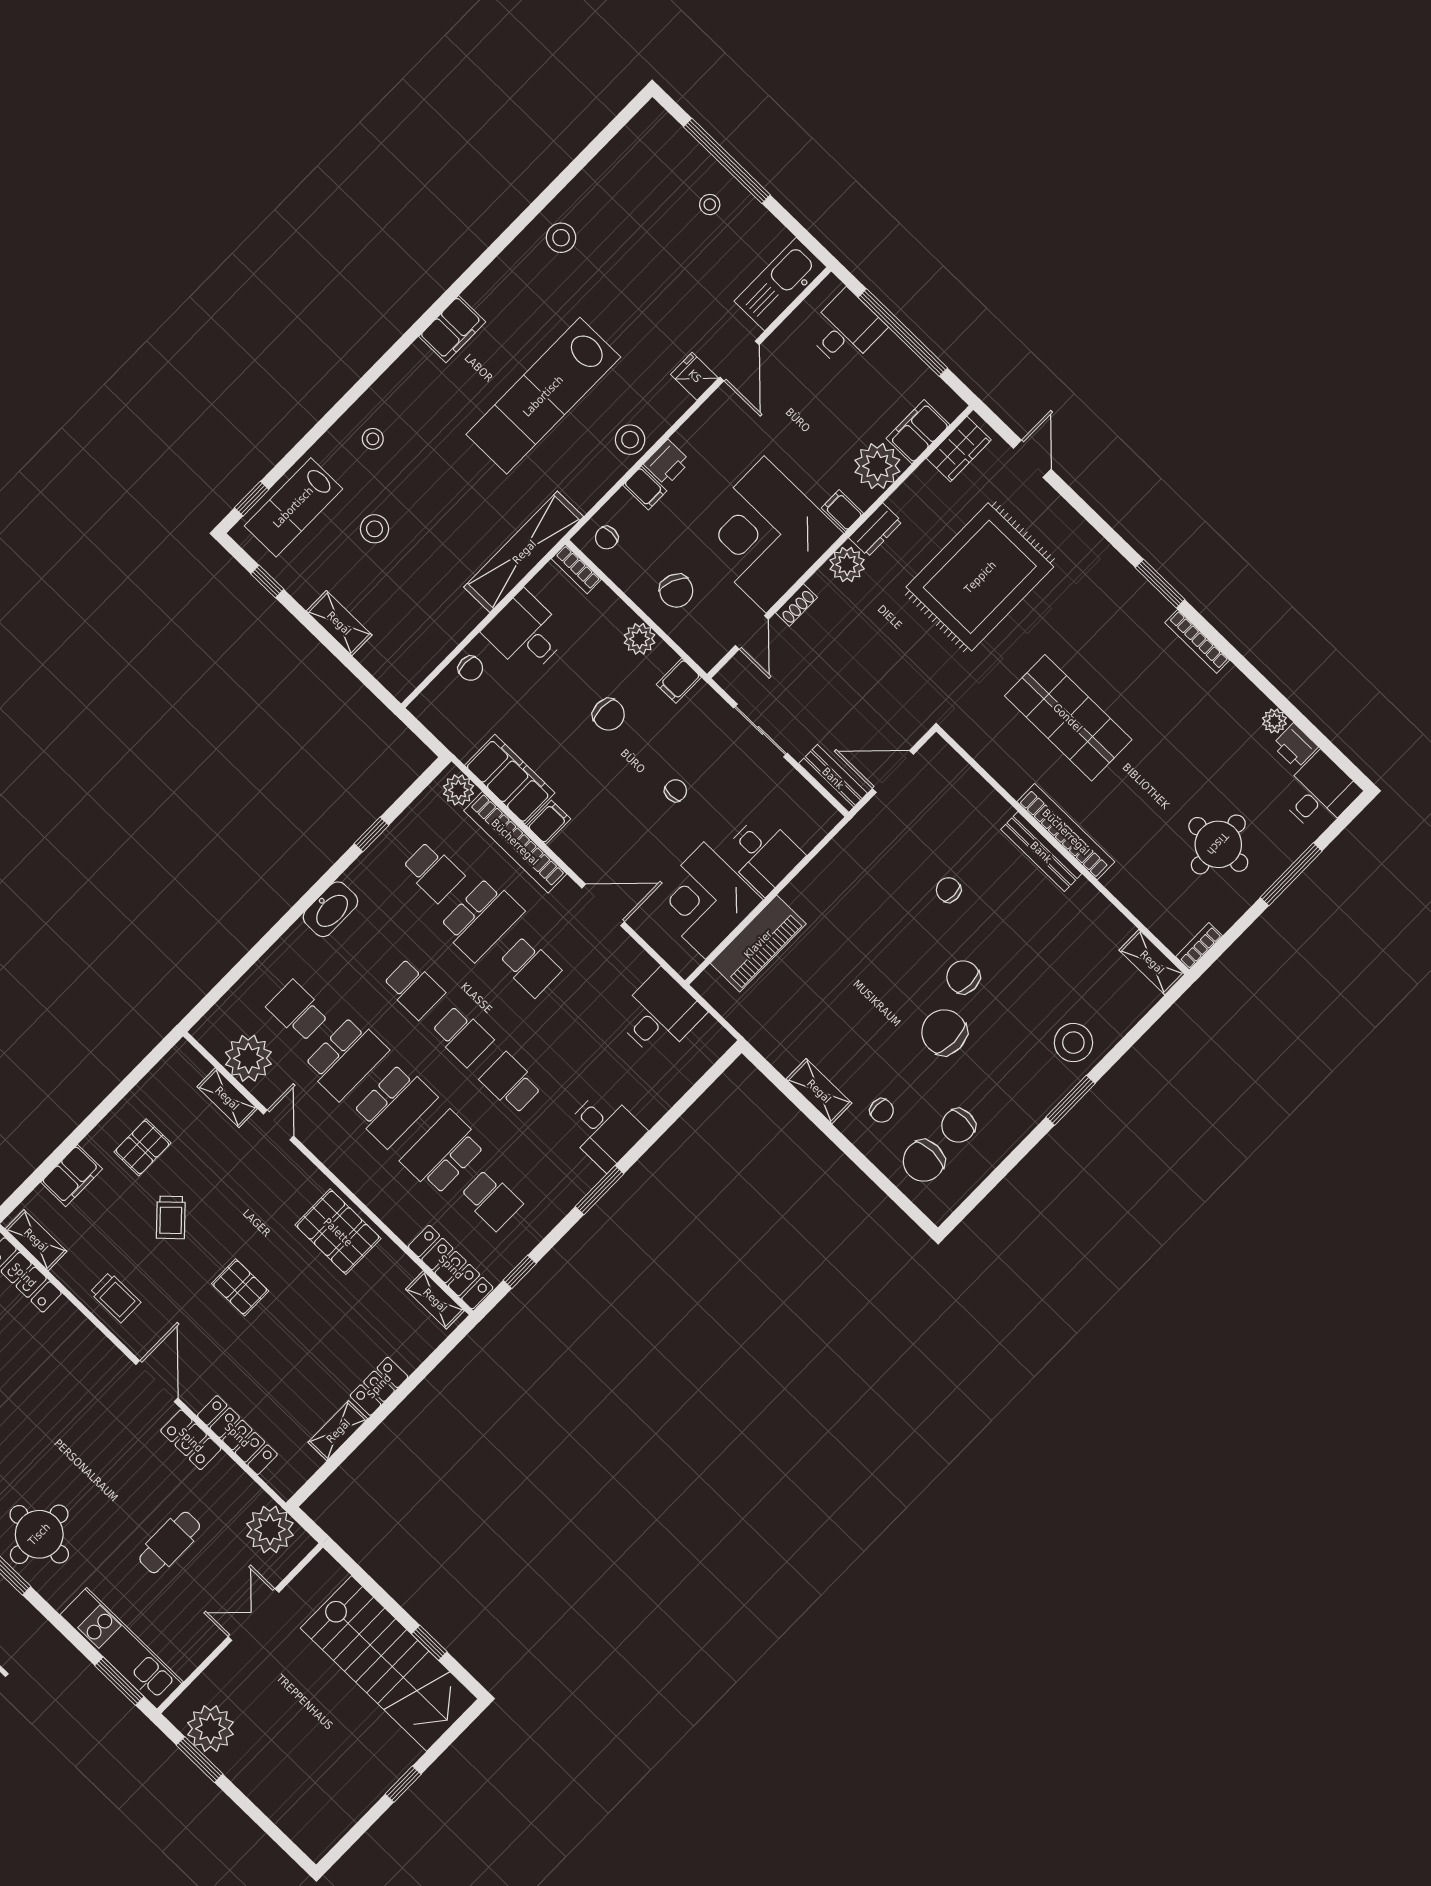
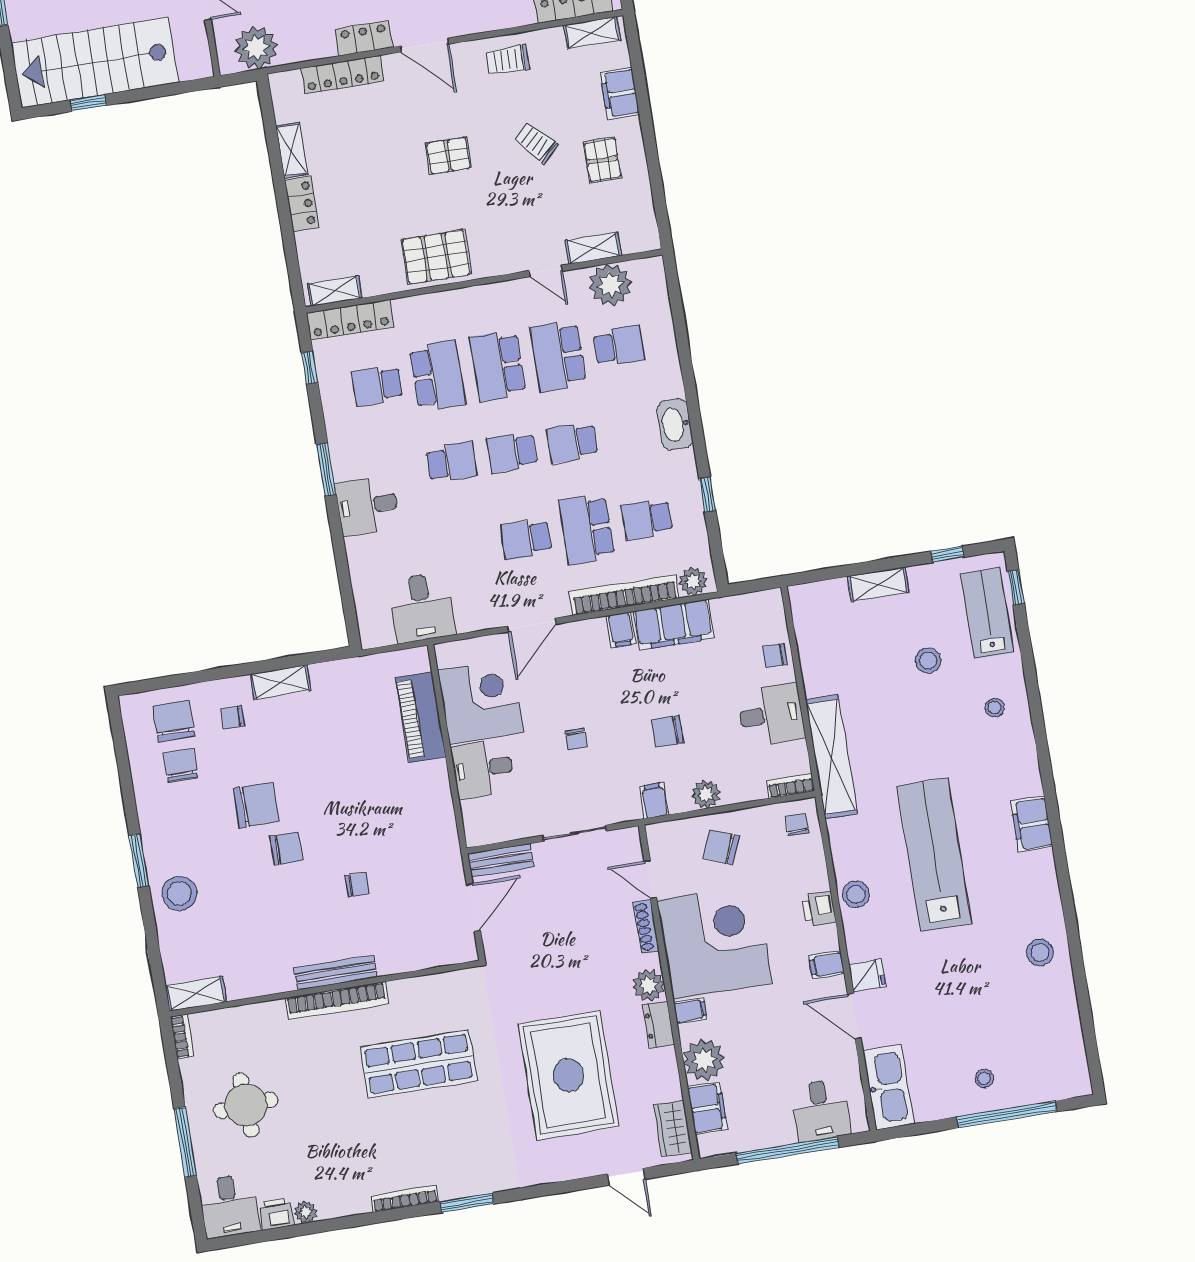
filing cabinet: (645, 488) -> (827, 965), moved
shoe rack: (796, 605) -> (646, 927), width x1.43

